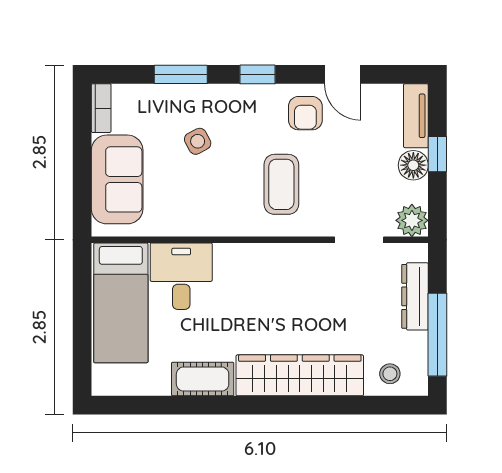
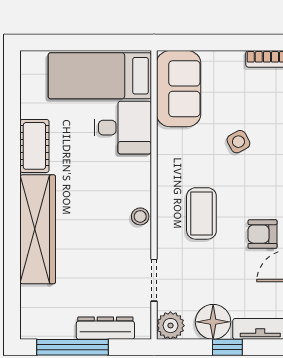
floor lamp: (413, 165) -> (213, 322), width x1.38, depth x1.38
sofa: (117, 179) -> (179, 89), moved, turned -90
coffee table: (281, 184) -> (201, 213), turned 90
stool: (390, 374) -> (140, 216), moved

